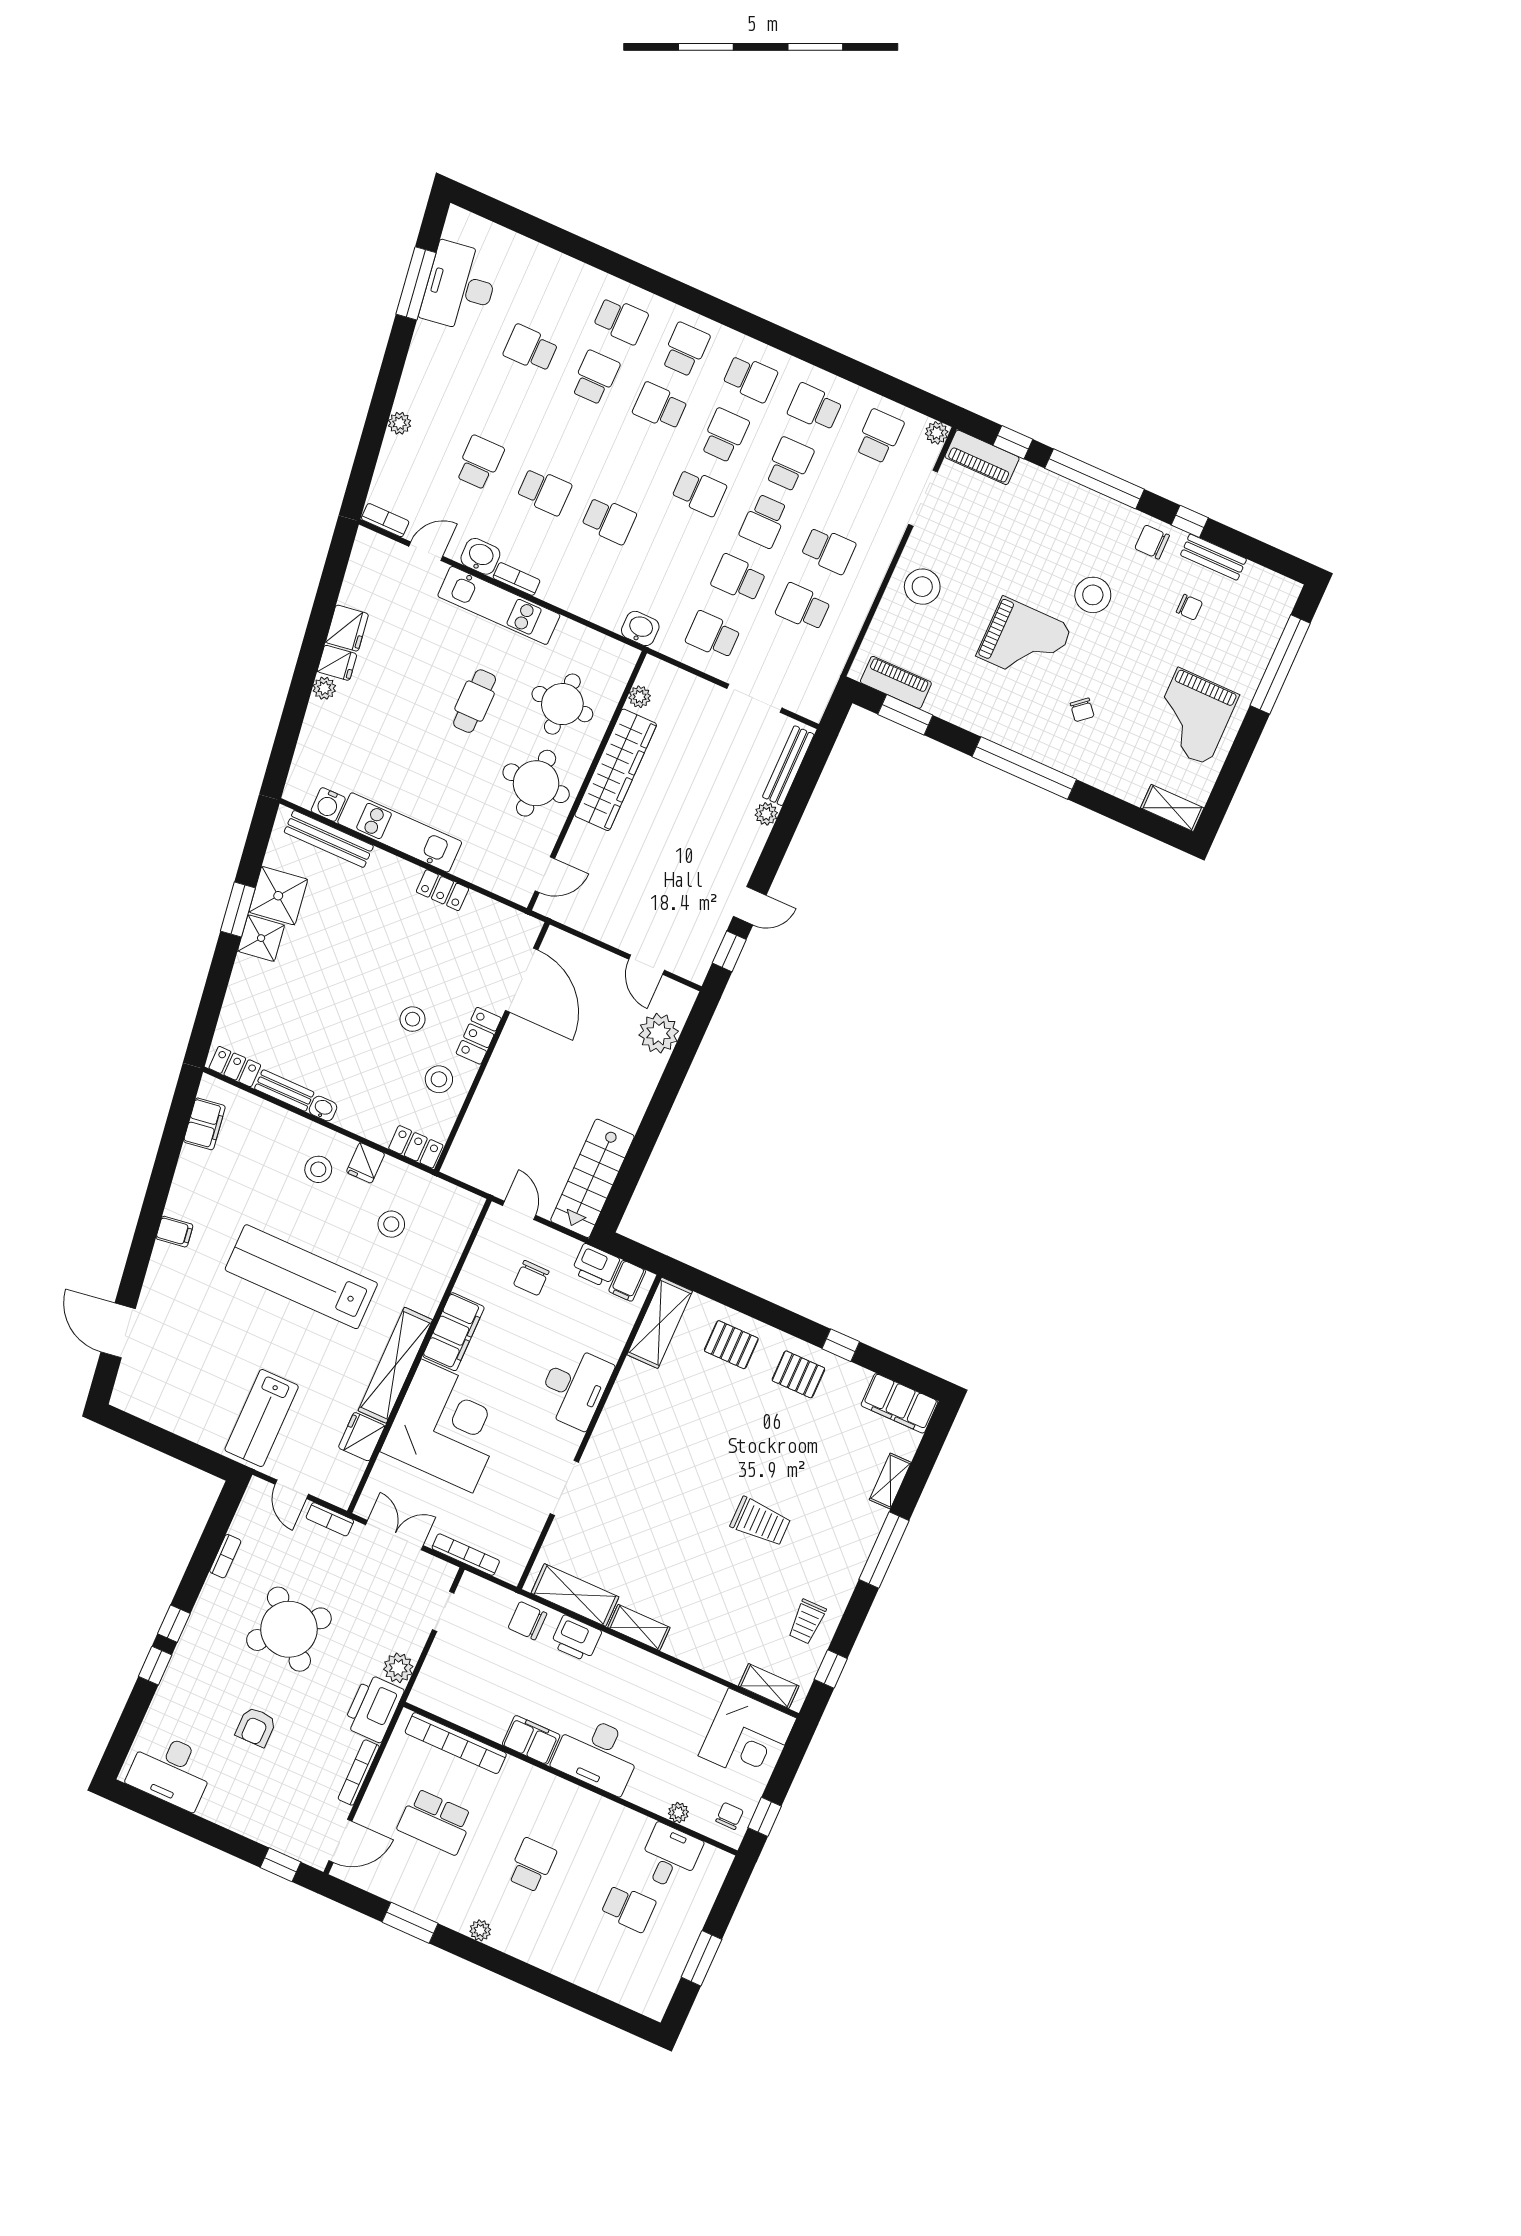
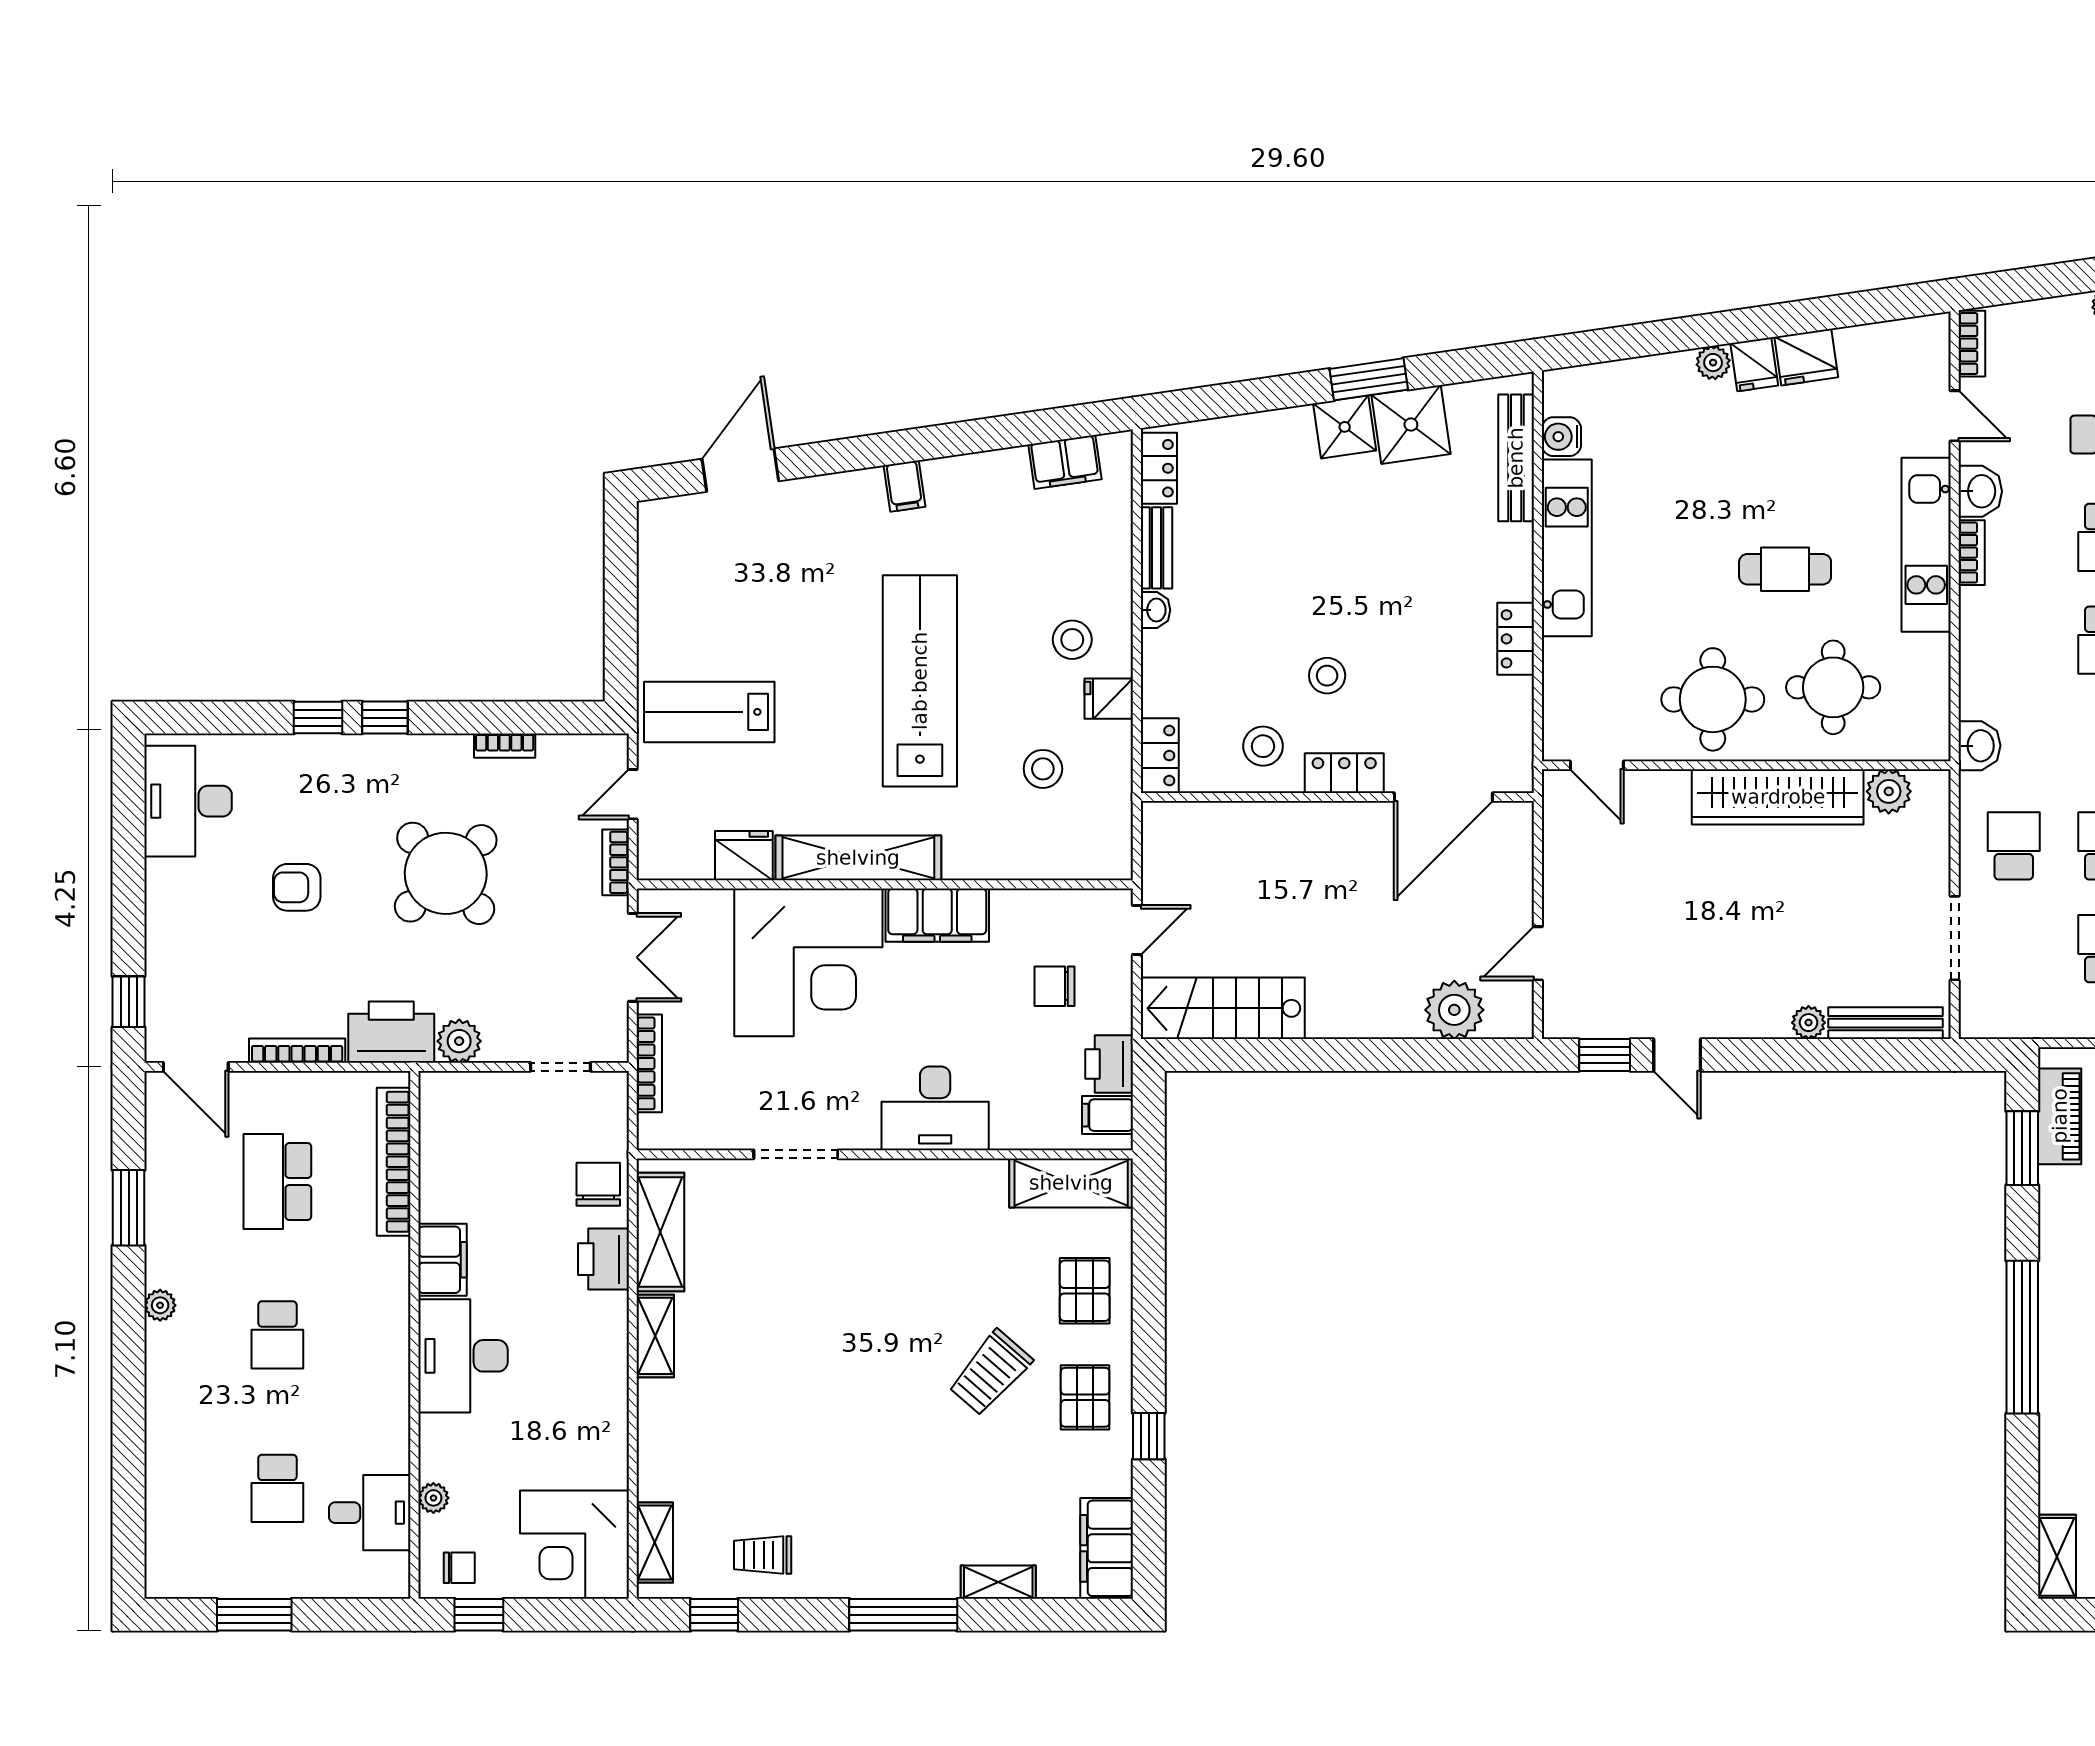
plant: (640, 697) -> (1889, 791), width x1.38, depth x1.38
trolley: (760, 1522) -> (990, 1373), moved, turned 41
school desk: (532, 1865) -> (277, 1335), turned 90

